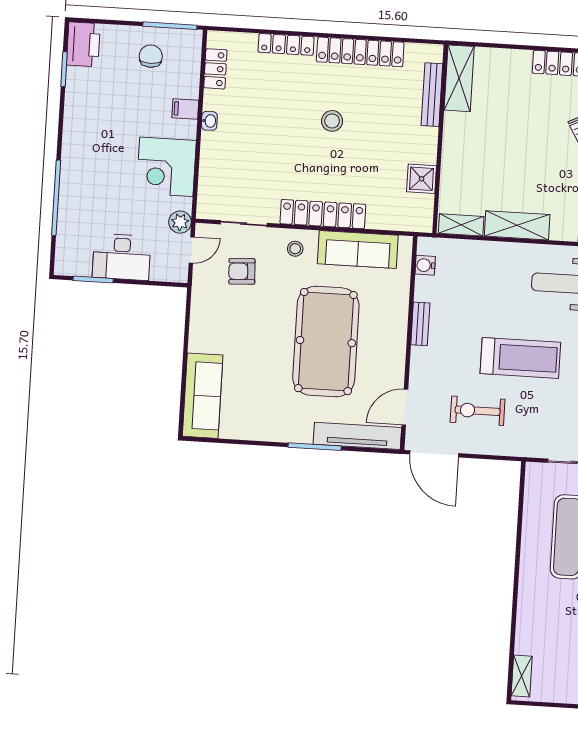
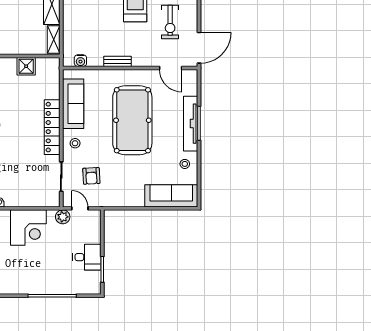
desk: (122, 257) -> (87, 257), width x0.73
pool table: (326, 342) -> (132, 120), turned 90
stool: (252, 420) -> (185, 164), added
tv unit: (357, 436) -> (191, 124), moved

